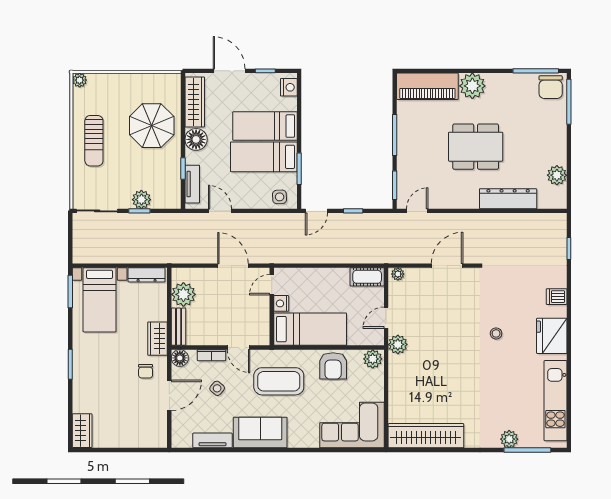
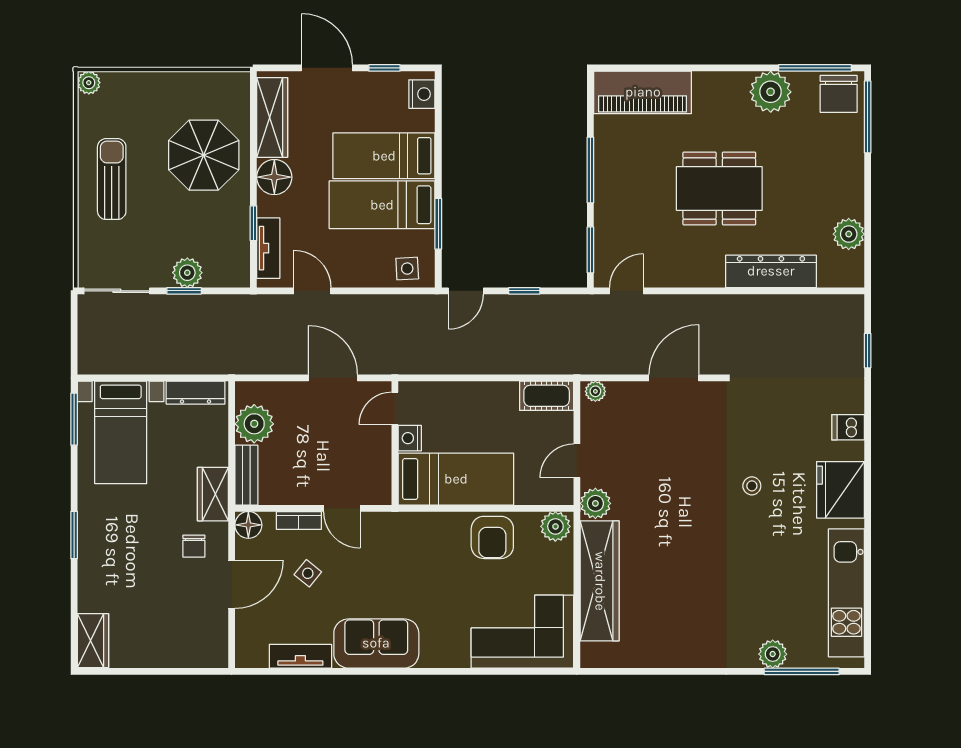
plant: (472, 86) -> (771, 92), moved
sun lounger: (94, 141) -> (112, 179), turned 180
coffee table: (279, 381) -> (406, 562), removed
wardrobe: (426, 436) -> (600, 581), moved, turned 90

